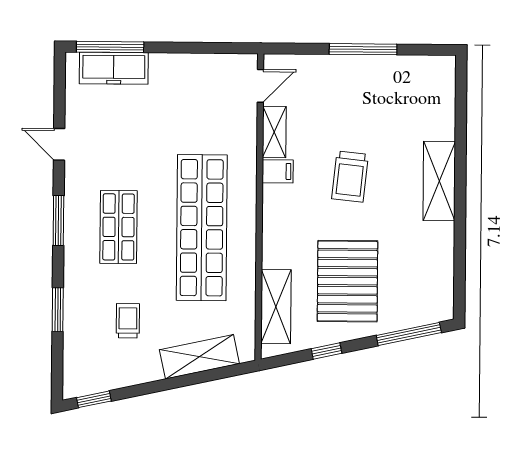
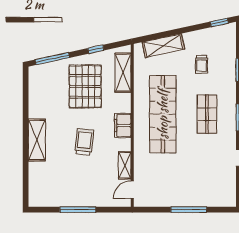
window: (110, 47) -> (189, 210), moved
freezer: (114, 68) -> (210, 198), removed
filing cabinet: (278, 171) -> (123, 125), moved, width x2.00

